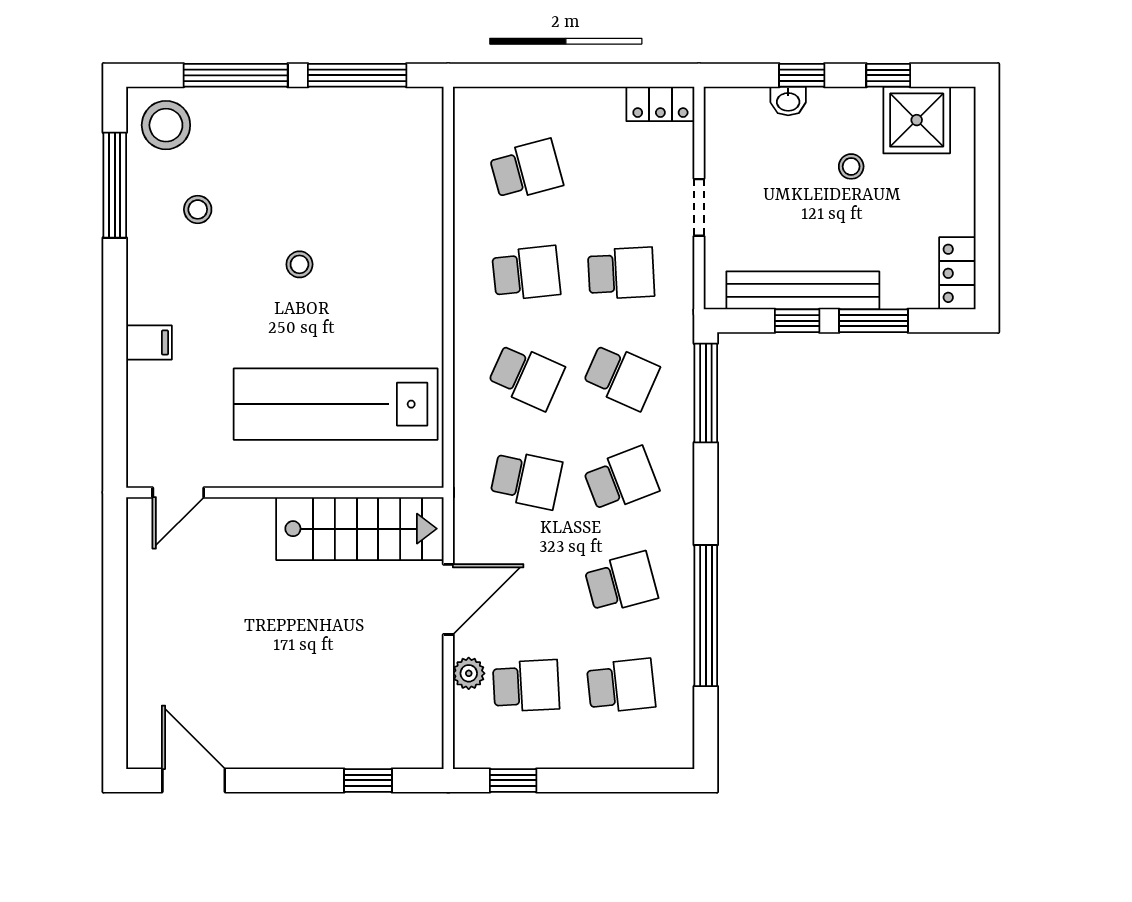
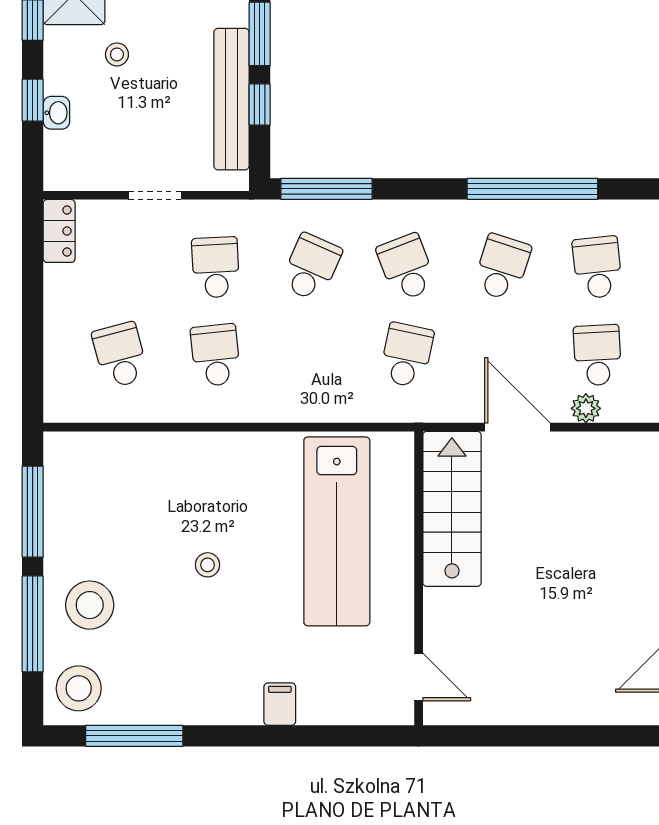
stool: (198, 209) -> (90, 605), moved, width x1.89, depth x1.89
school desk: (526, 376) -> (311, 355), removed
school desk: (621, 583) -> (502, 267), turned 33

